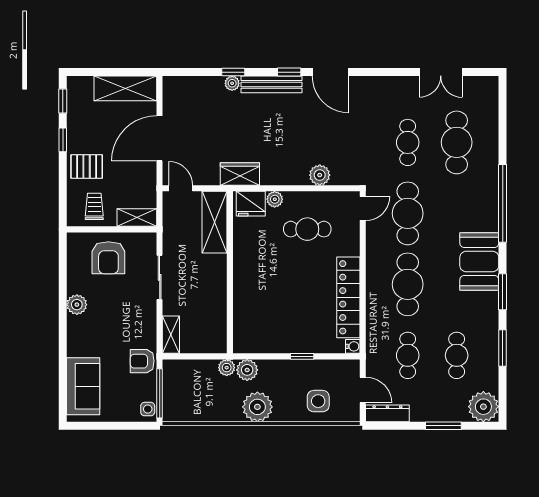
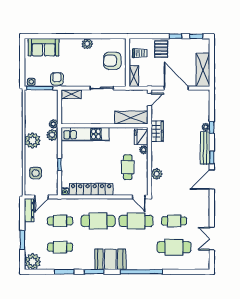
kitchen unit: (245, 309) -> (85, 134), added

